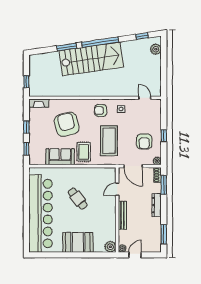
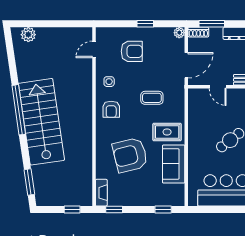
window: (142, 36) -> (11, 53), removed
window: (67, 47) -> (29, 182), moved
window: (26, 127) -> (114, 209), moved
coffee table: (109, 141) -> (152, 98), width x0.54, depth x0.58
armchair: (144, 141) -> (132, 51), moved

